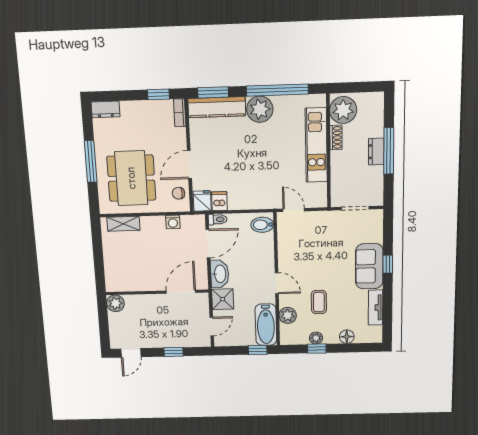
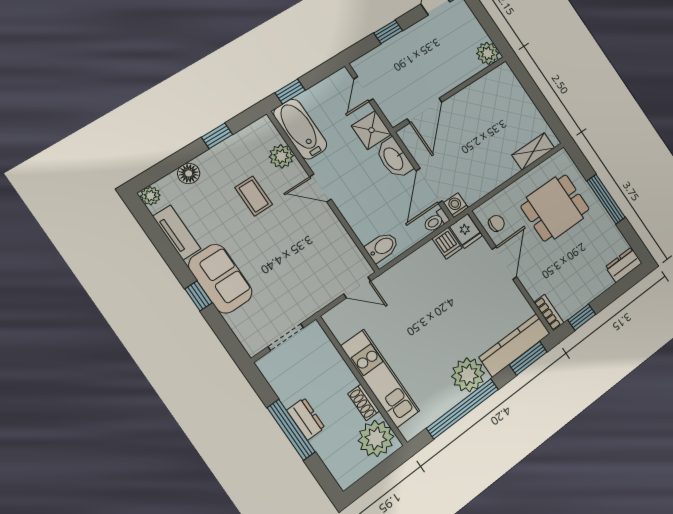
dining table: (131, 178) -> (555, 208), width x0.73
washing machine: (173, 222) -> (456, 205), moved
plant: (316, 338) -> (150, 196), moved

